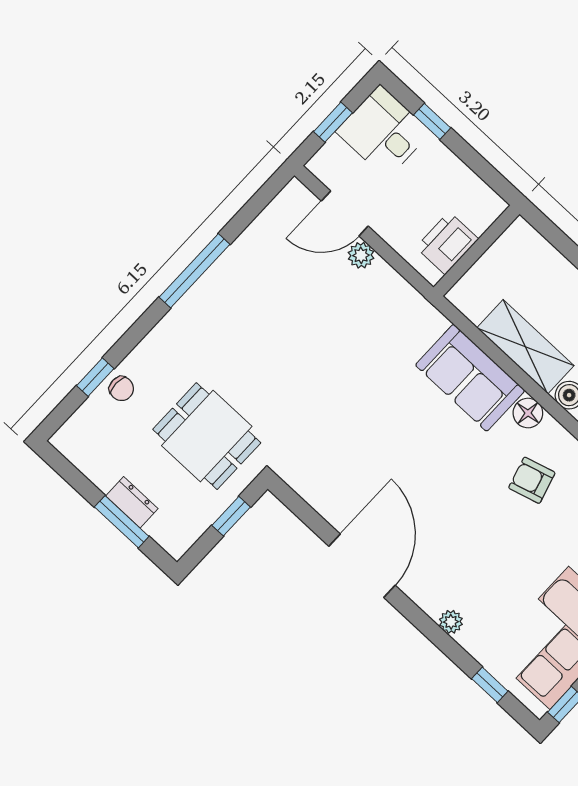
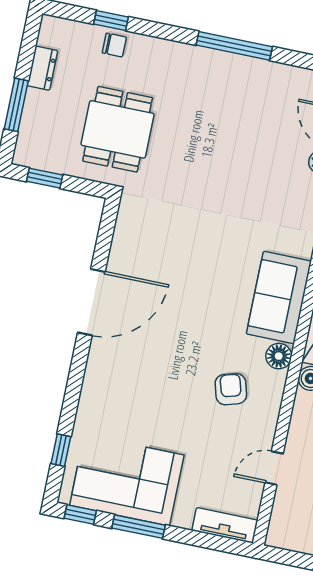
chair: (121, 389) -> (114, 45), turned -90
dresser: (132, 502) -> (42, 68), moved
window: (231, 516) -> (45, 178), moved
plant: (451, 622) -> (90, 393), removed

